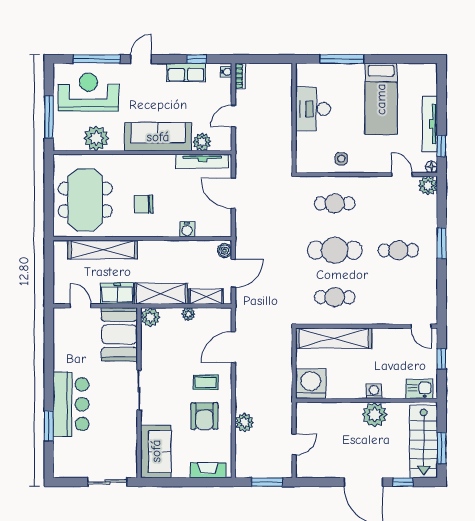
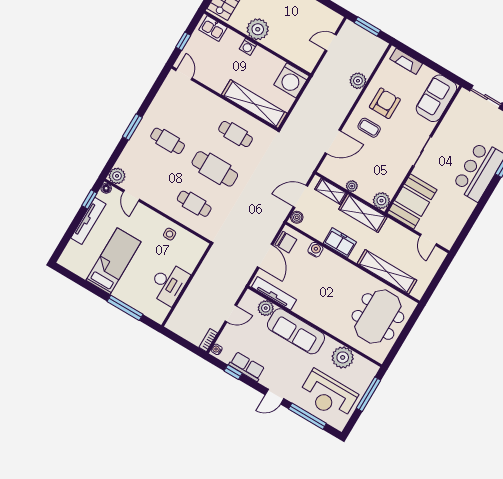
chair: (144, 204) -> (286, 242), moved
freezer: (117, 294) -> (340, 243), moved, turned 180

